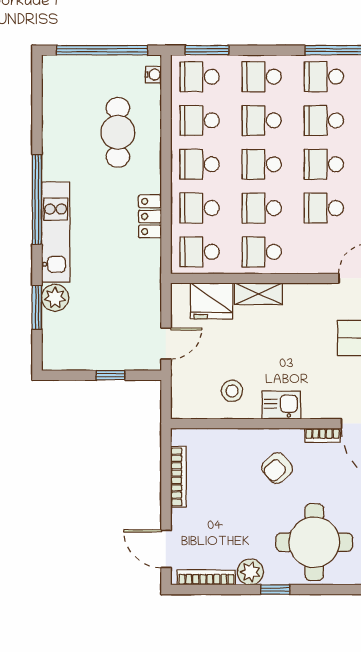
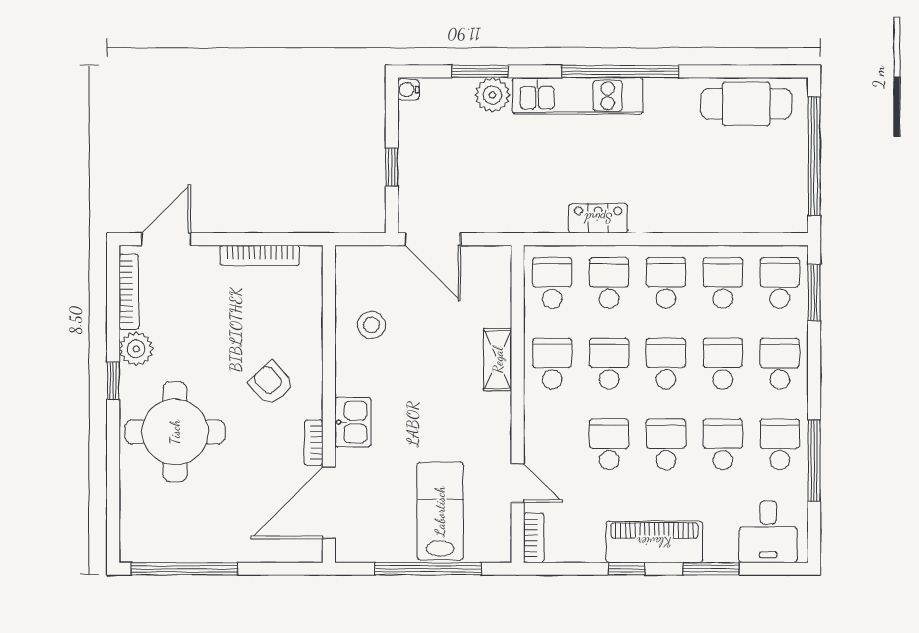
water cooler: (153, 75) -> (408, 90), moved, turned 90
cafe table: (118, 132) -> (746, 104), moved
fridge: (212, 301) -> (488, 298), removed
door: (166, 344) -> (433, 239), width x1.38
kitchen sink: (281, 405) -> (353, 422), moved

